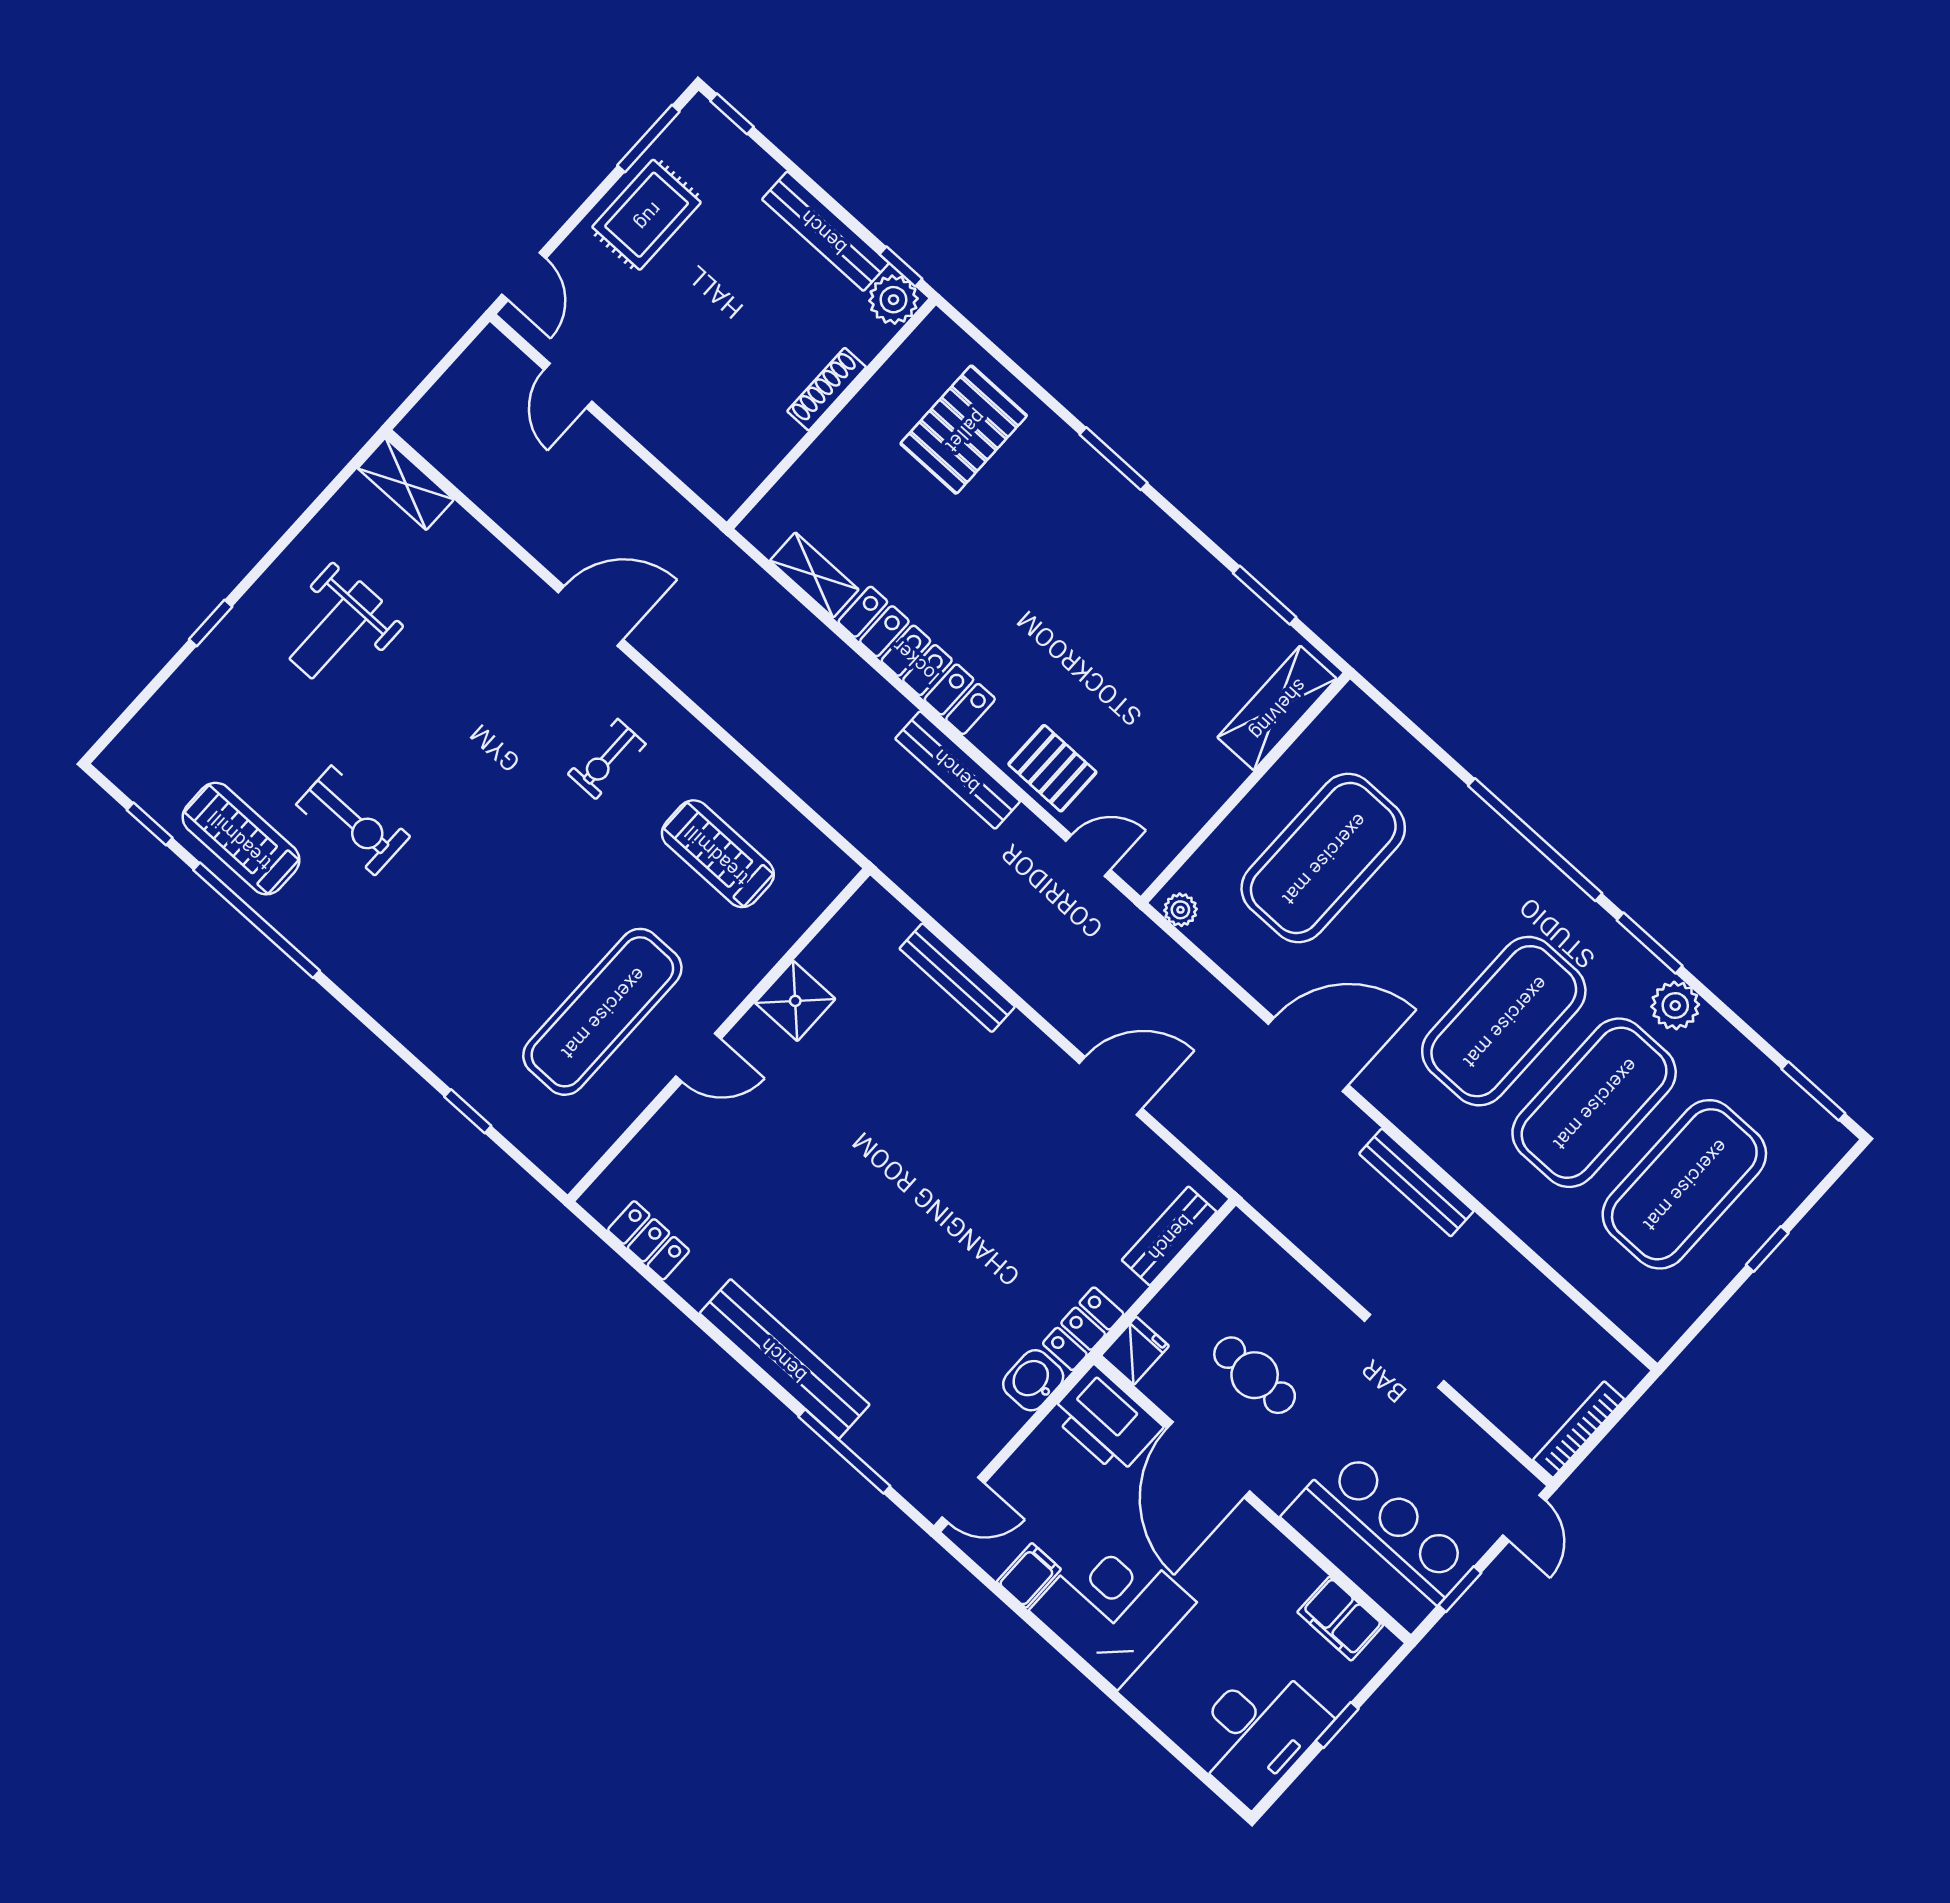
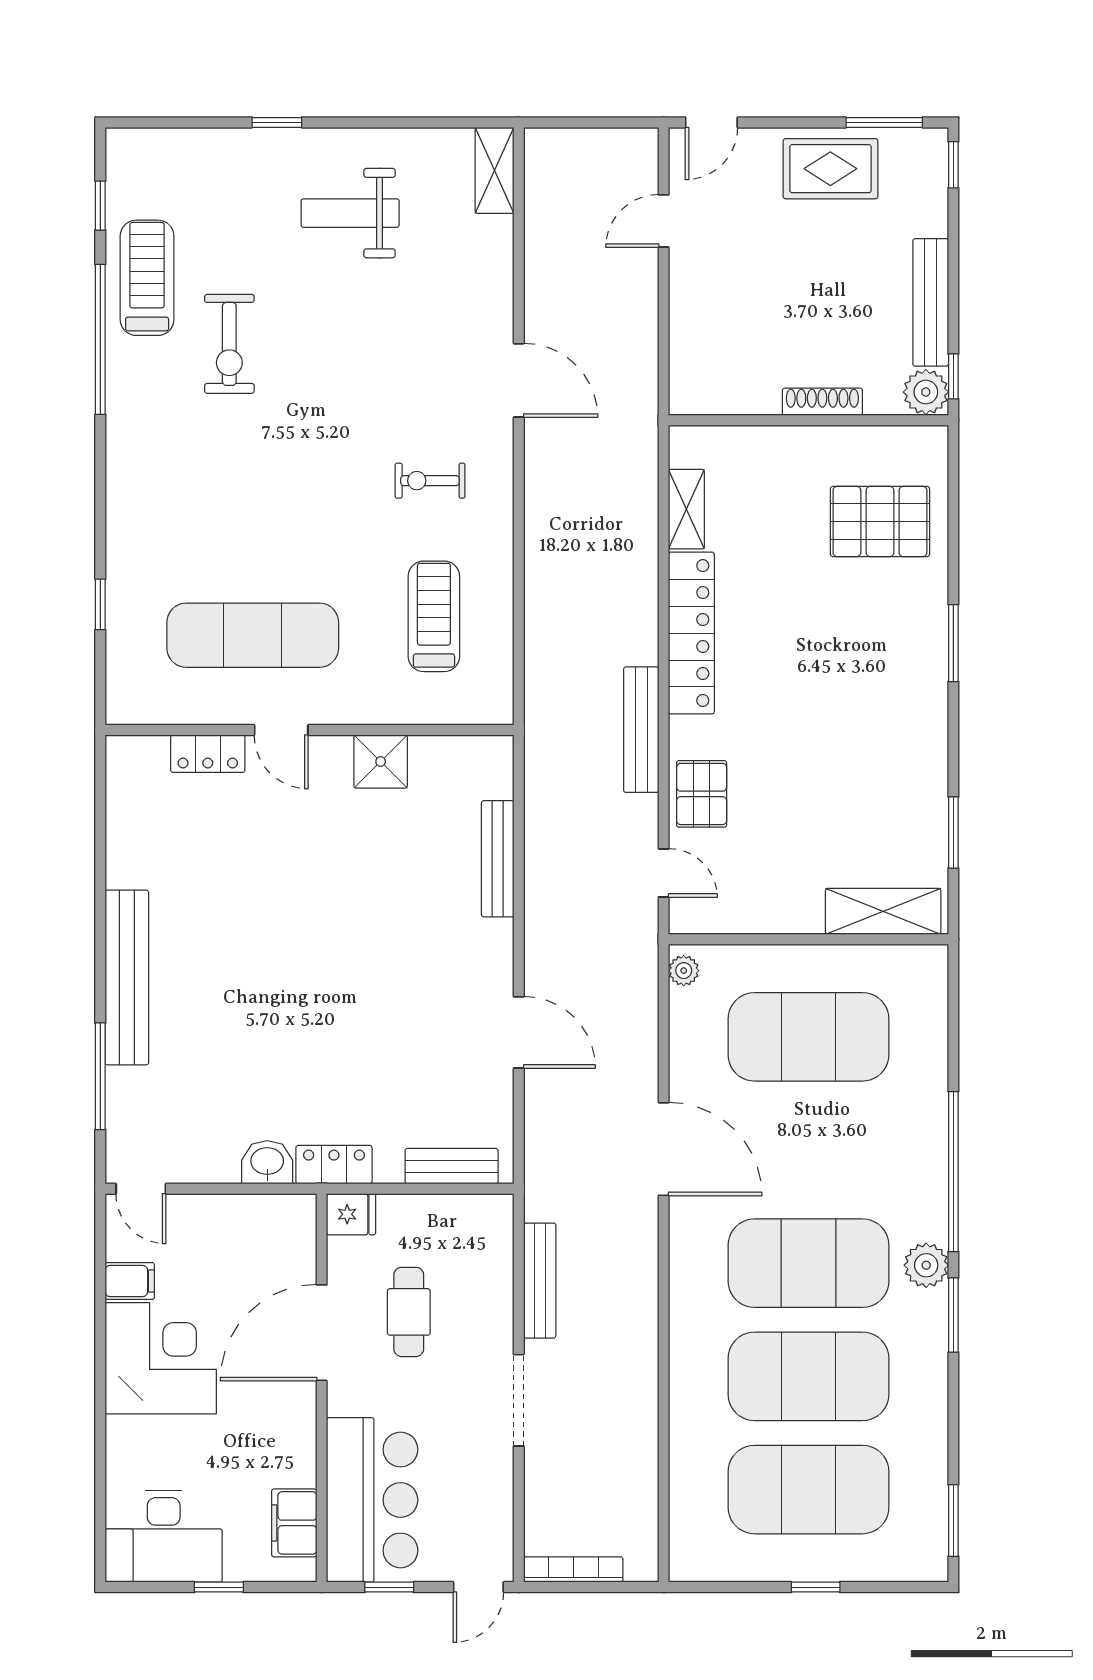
plant: (1675, 1006) -> (926, 1265), moved
bench: (1416, 1182) -> (540, 1281), moved
locker: (649, 1240) -> (208, 754), moved, turned 90
printer: (1106, 1420) -> (285, 1238), removed

